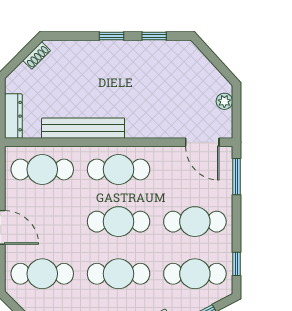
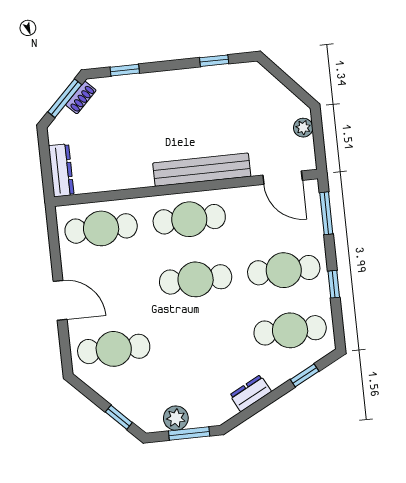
window: (112, 36) -> (125, 70), moved
window: (23, 55) -> (65, 98), added
bench: (83, 128) -> (202, 170), moved
window: (236, 264) -> (334, 284), moved
cafe table: (119, 274) -> (202, 340), removed

